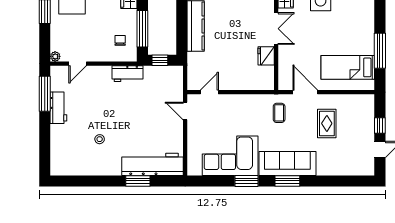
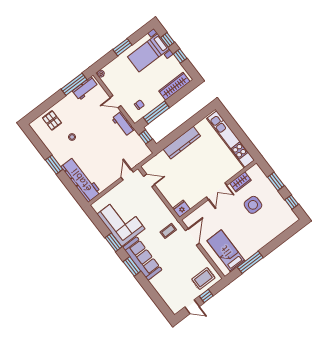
fridge: (266, 56) -> (181, 209), moved
door: (78, 64) -> (116, 102), moved
workbench: (58, 108) -> (85, 88), moved
rug: (327, 123) -> (203, 279), moved
pallet: (65, 147) -> (52, 120), added
window: (138, 181) -> (54, 165), moved

